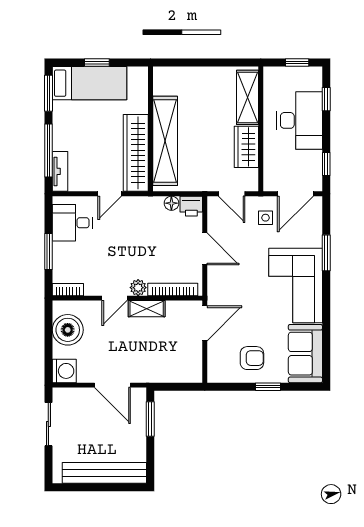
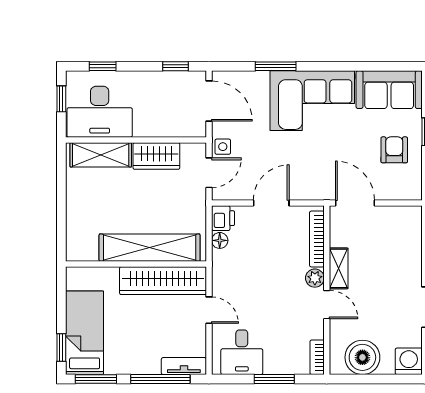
window: (97, 63) -> (61, 347), moved
desk: (300, 120) -> (100, 112), moved, turned 180
side table: (266, 218) -> (223, 147), moved

